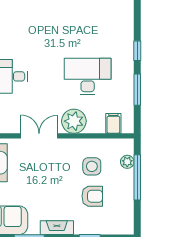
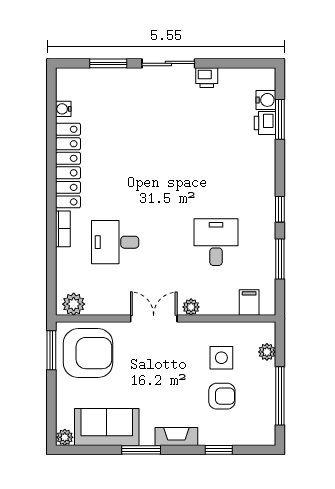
desk: (88, 76) -> (216, 242), width x0.73
plant: (74, 121) -> (191, 307), width x0.53, depth x0.53
window: (137, 177) -> (280, 396), moved

